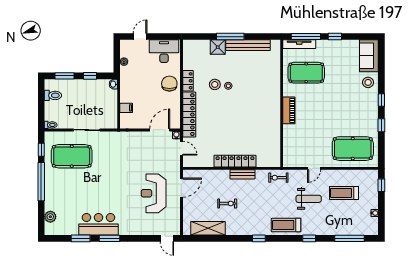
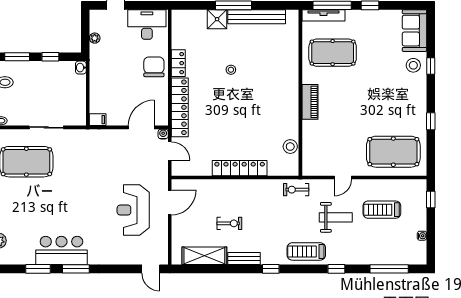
stool: (215, 84) -> (290, 147), moved
window: (381, 100) -> (431, 66), moved
filing cabinet: (126, 108) -> (98, 120), moved
bench: (242, 174) -> (244, 259), moved

